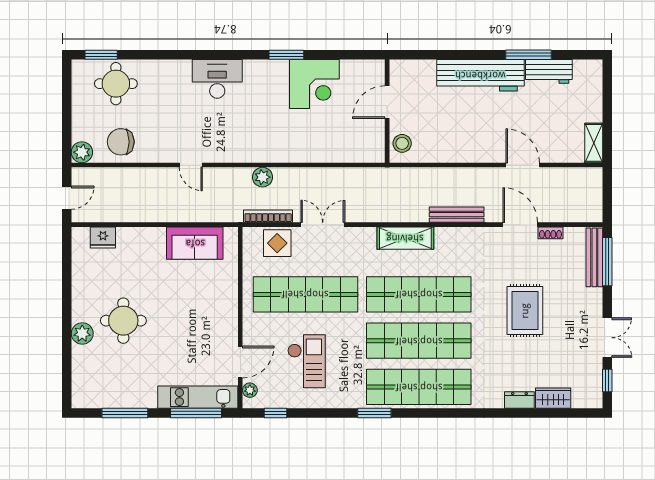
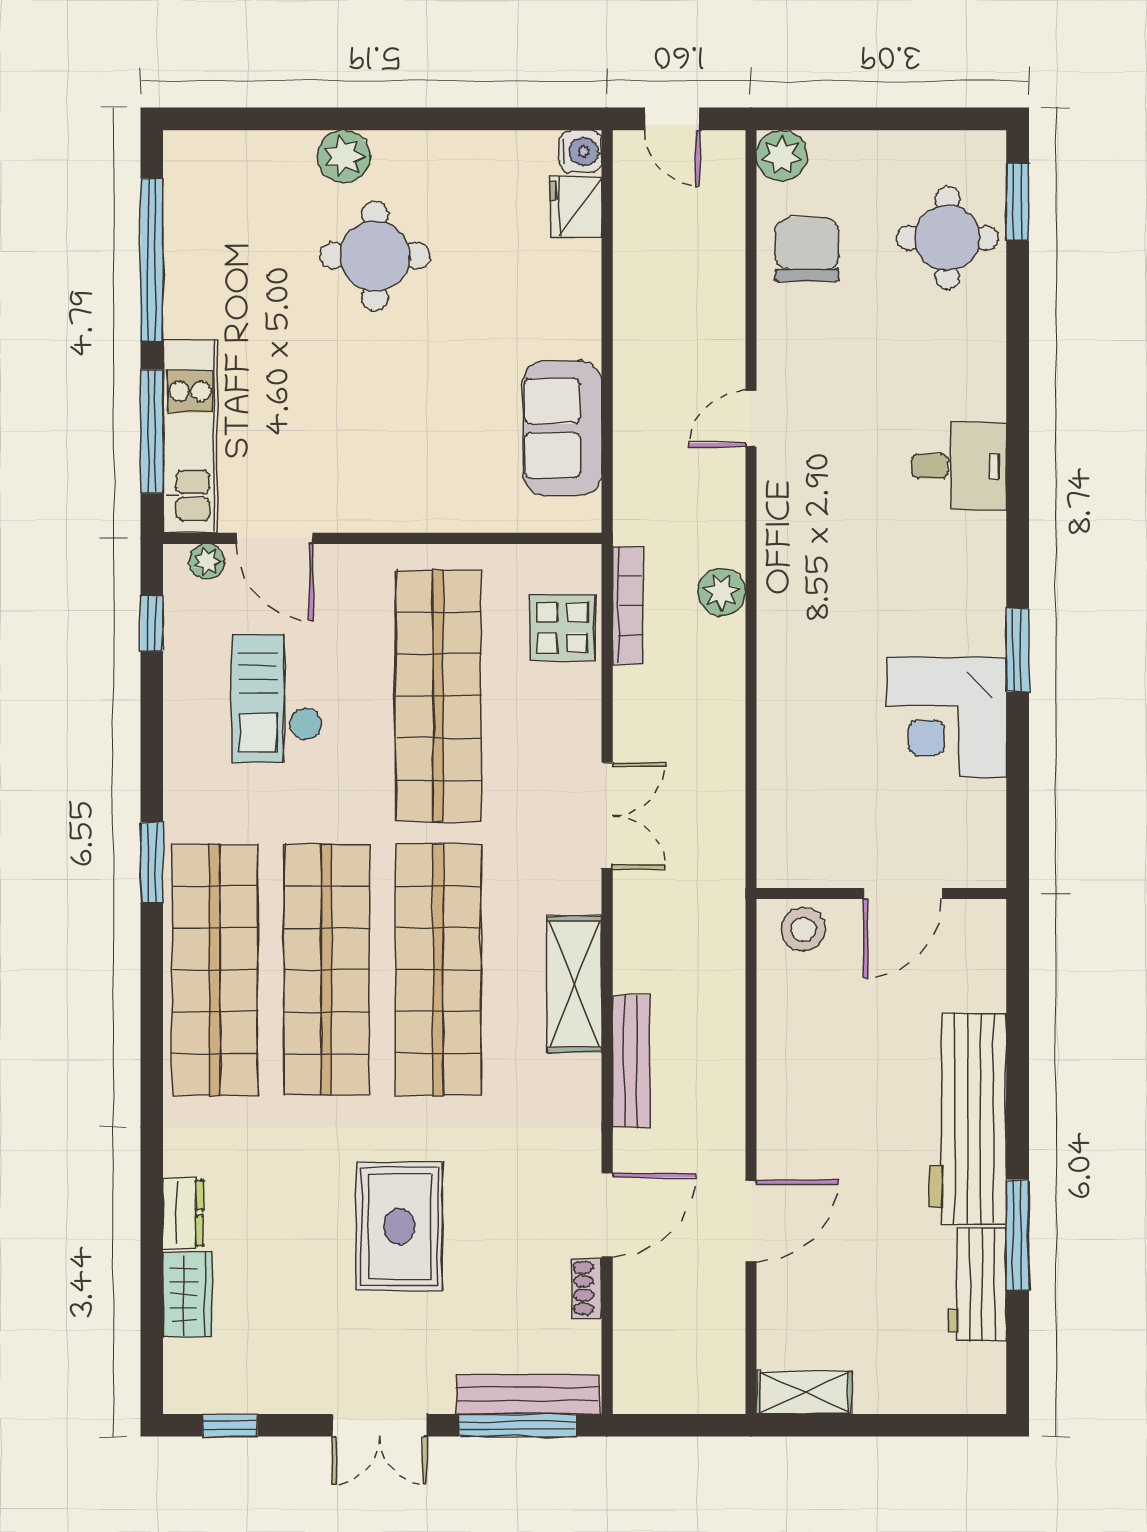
desk: (217, 79) -> (959, 466), width x0.73
door: (387, 102) -> (903, 893), swing flipped
double door: (323, 225) -> (607, 816), moved
water cooler: (80, 236) -> (580, 152), added
shelving: (405, 238) -> (574, 984), moved
rug: (525, 311) -> (399, 1226), turned 90
double door: (607, 338) -> (379, 1425), moved
checkout: (306, 361) -> (277, 698), turned 90
window: (125, 413) -> (152, 259), width x1.46

